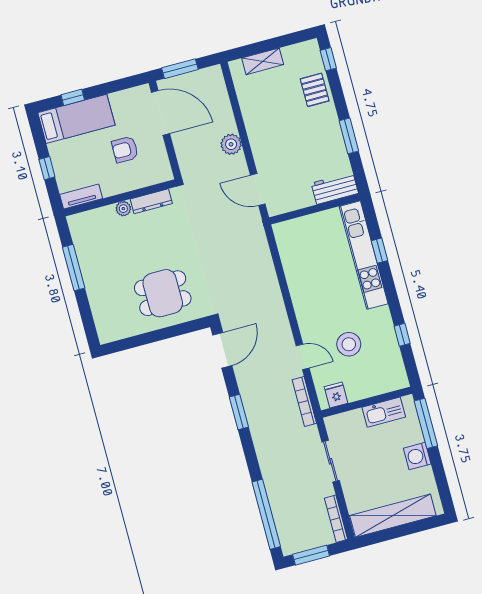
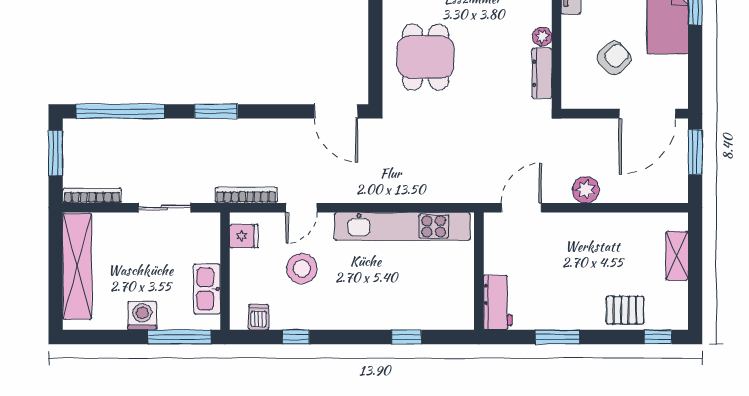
armchair: (125, 149) -> (614, 58), turned 47
kitchen unit: (364, 255) -> (402, 226), moved, turned 180
dishwasher: (395, 367) -> (259, 317), added
window: (239, 412) -> (216, 111), moved

